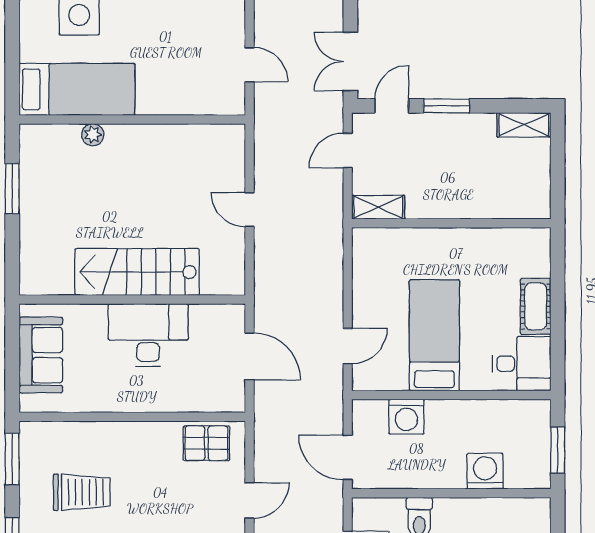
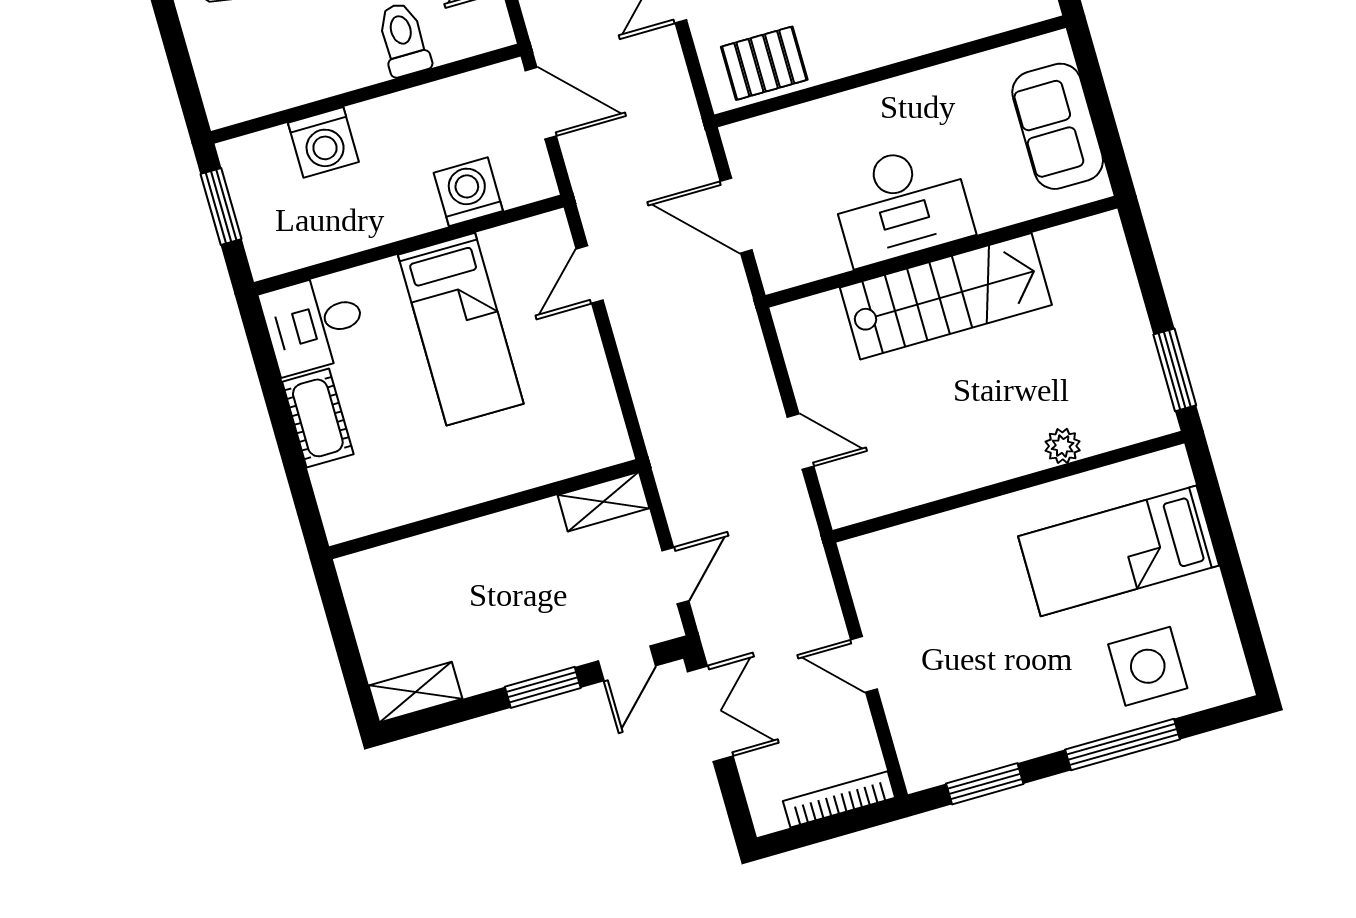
wall: (132, 120) -> (1008, 487), moved
plant: (93, 135) -> (1063, 446), moved

